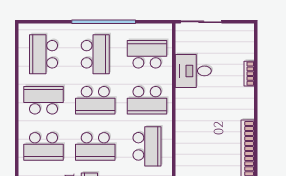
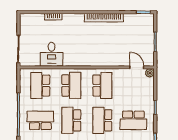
school desk: (95, 100) -> (71, 120), turned 180
school desk: (95, 146) -> (102, 120), turned 180
school desk: (147, 146) -> (102, 85), turned 90

